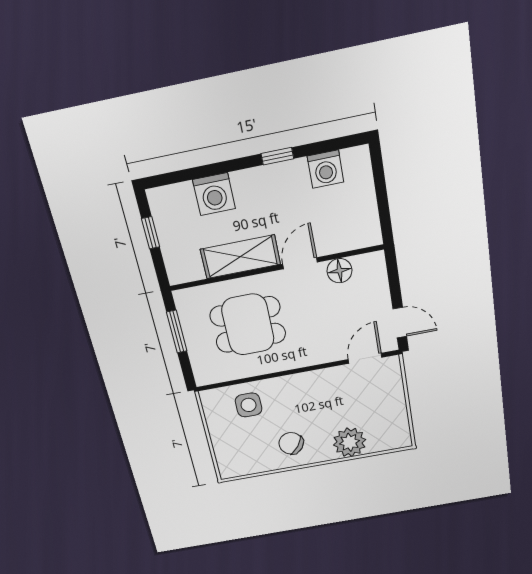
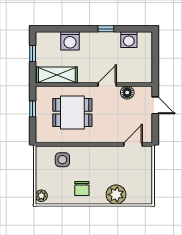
shelving: (240, 257) -> (57, 75), moved
door: (400, 323) -> (155, 105), moved
window: (177, 332) -> (33, 109), width x0.67
chair: (291, 443) -> (82, 189), turned -127
plant: (227, 466) -> (41, 196), added

